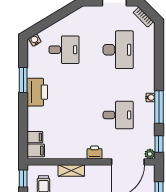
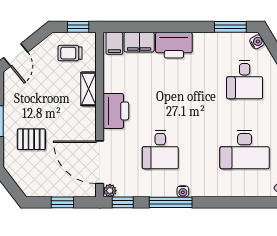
window: (23, 80) -> (230, 27), moved
printer: (37, 92) -> (174, 45), moved
filing cabinet: (35, 137) -> (139, 42), width x2.00
printer: (95, 152) -> (116, 111), width x1.87, depth x1.48

